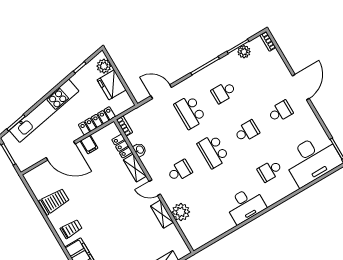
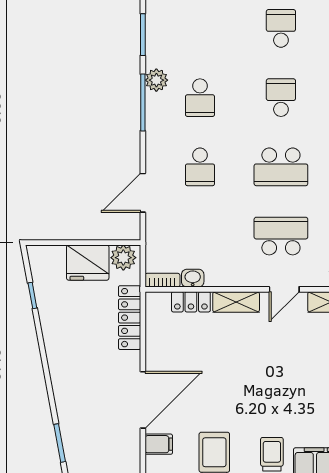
plant: (244, 52) -> (156, 80), moved
plant: (104, 66) -> (123, 258), moved
kitchen unit: (44, 111) -> (67, 389), removed
school desk: (190, 112) -> (200, 167), width x0.54
filing cabinet: (89, 144) -> (159, 444), moved
washbasin: (140, 150) -> (193, 278), moved
school desk: (180, 171) -> (281, 236), width x1.85

